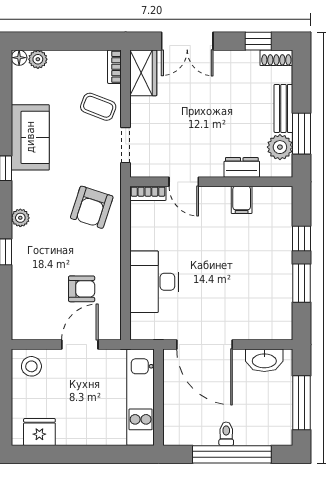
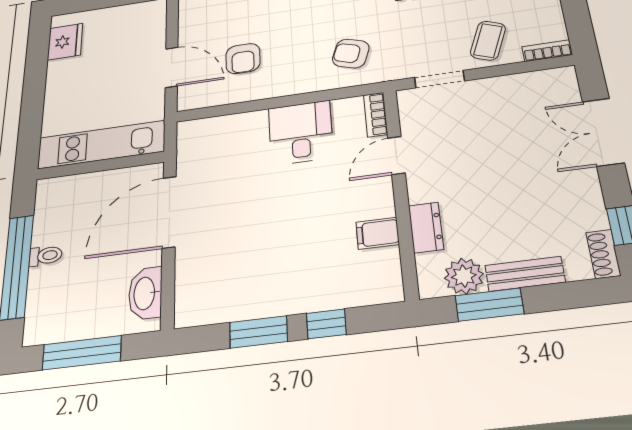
wardrobe: (143, 73) -> (545, 85), removed
armchair: (92, 207) -> (351, 54), width x0.72, depth x0.72
desk: (154, 282) -> (301, 133), moved, width x0.73
stool: (31, 366) -> (146, 21), removed

